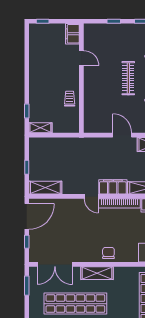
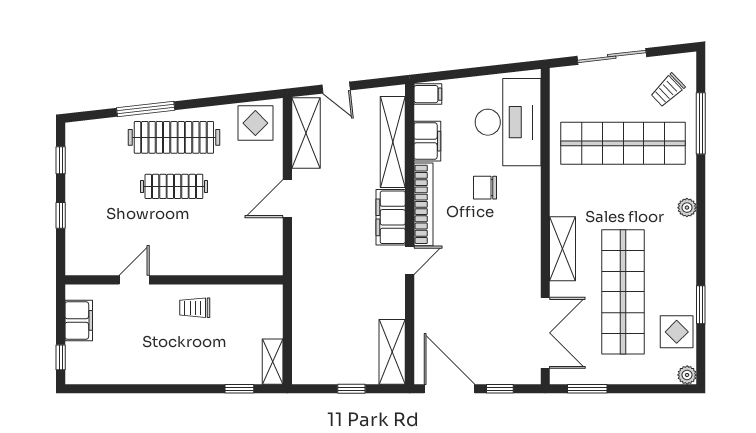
filing cabinet: (72, 34) -> (79, 320), moved, turned -90
trolley: (70, 99) -> (195, 308), moved
chair: (108, 253) -> (485, 188), moved

